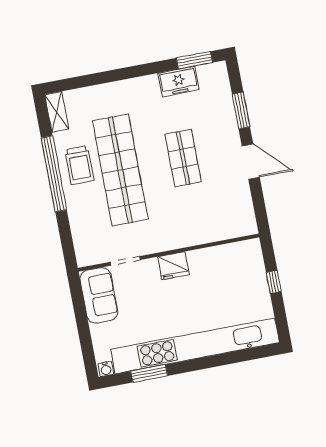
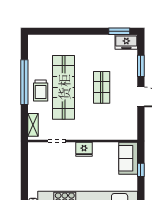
freezer: (179, 82) -> (126, 42), moved
shelving: (57, 112) -> (33, 125), moved
trolley: (79, 165) -> (41, 90), moved
sofa: (99, 295) -> (128, 158), moved, turned 180

